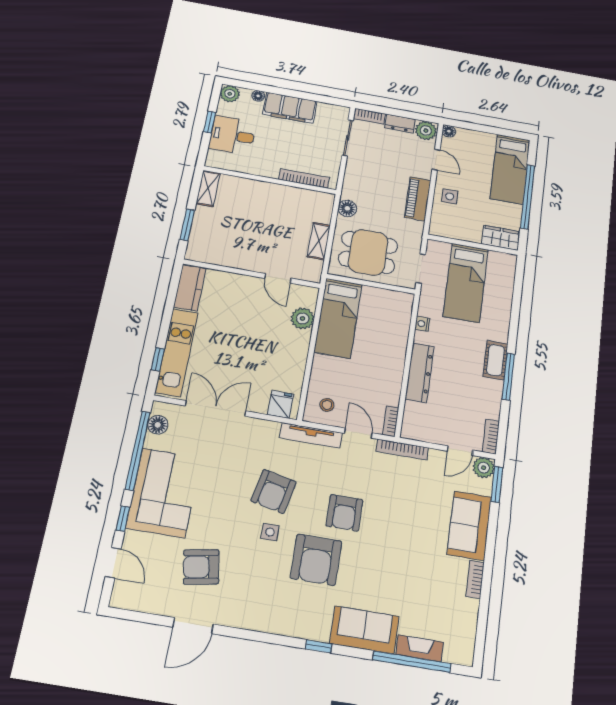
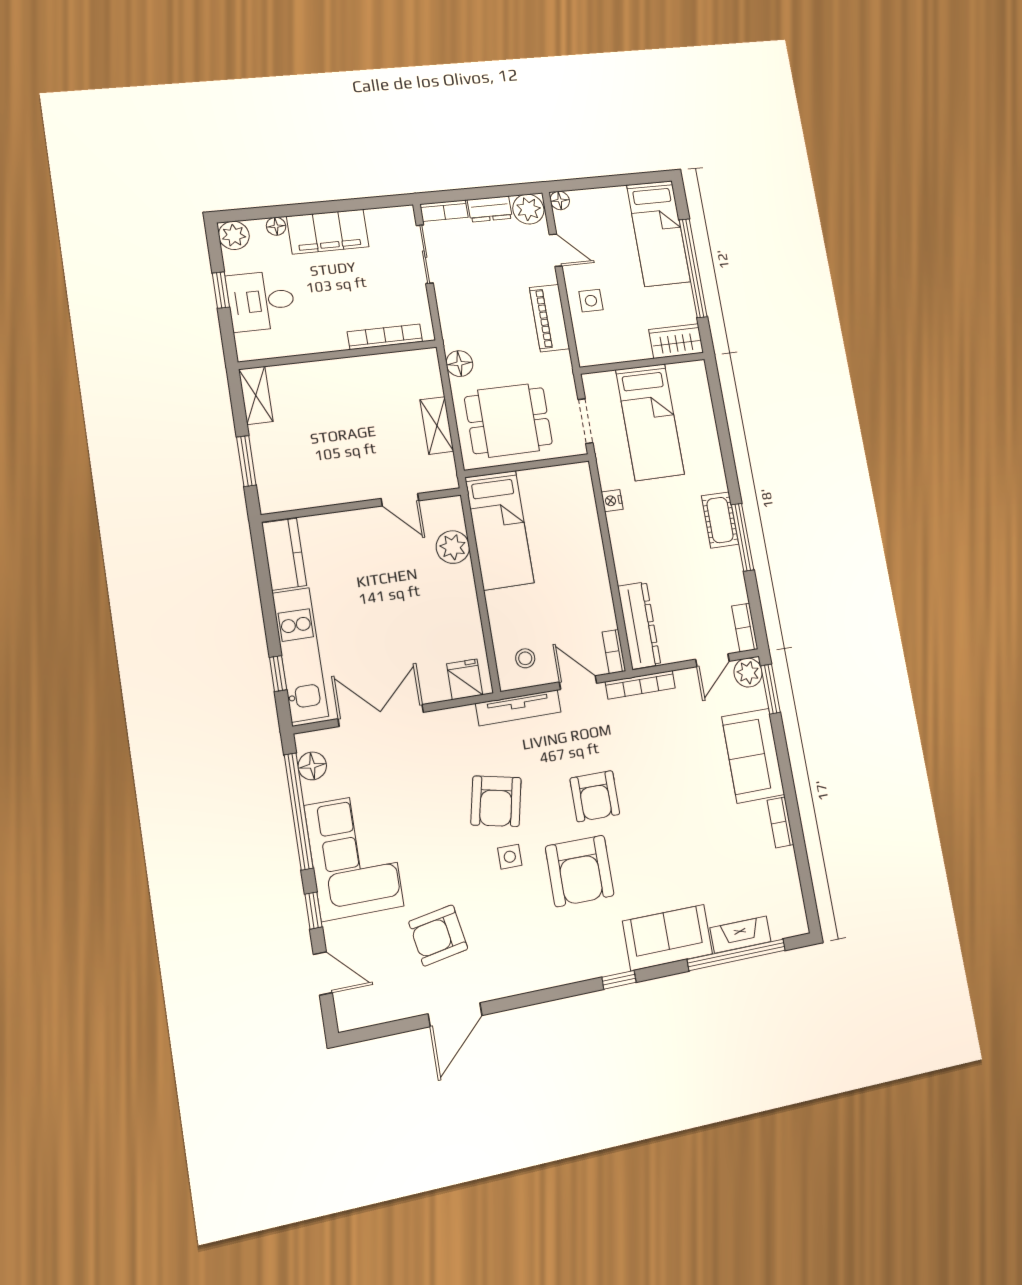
dresser: (420, 373) -> (639, 625), moved

